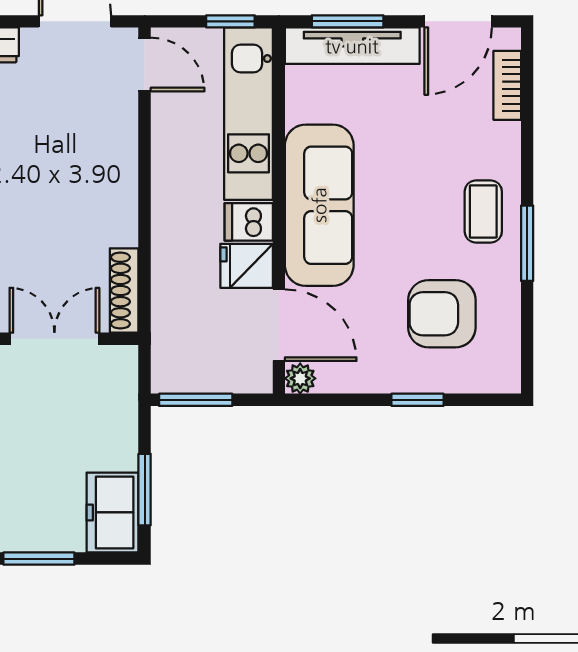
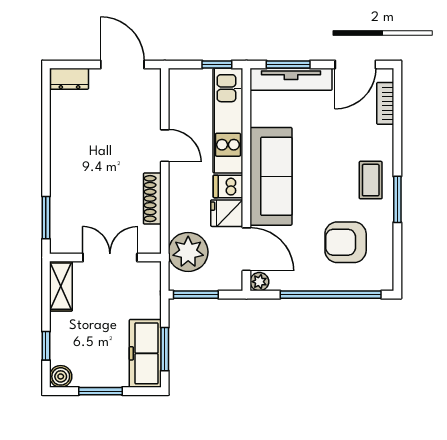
door: (145, 64) -> (165, 146), moved
shoe rack: (124, 291) -> (152, 199), moved
plant: (183, 330) -> (188, 252), added
window: (417, 400) -> (331, 295), width x3.17
freezer: (113, 512) -> (145, 353), width x1.40

